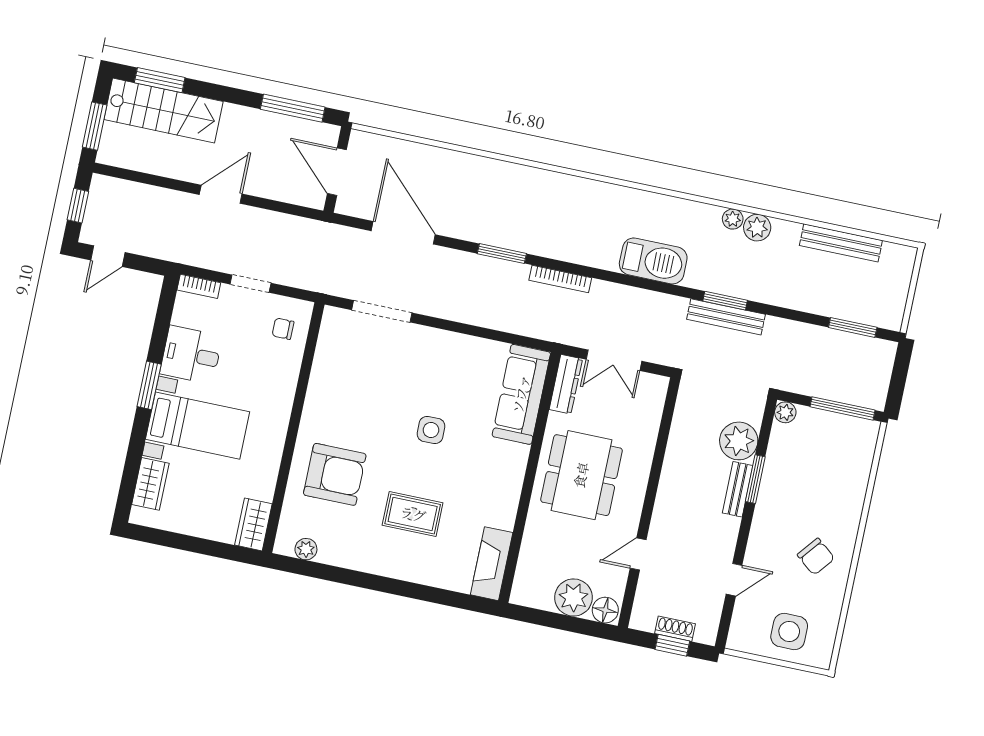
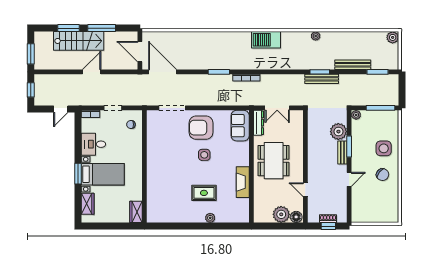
window: (160, 80) -> (68, 28), moved
window: (293, 108) -> (102, 28), moved
stairs: (163, 110) -> (79, 41), moved
plant: (757, 228) -> (393, 37), moved
door: (403, 233) -> (163, 72), moved
bench: (841, 243) -> (353, 65), moved
door: (108, 256) -> (61, 109), moved
barbecue: (653, 261) -> (266, 40), moved, turned 180
window: (149, 385) -> (78, 174), moved
sofa: (521, 394) -> (240, 126), width x0.73
armchair: (335, 474) -> (201, 128), moved, turned 180
plant: (306, 549) -> (210, 218), moved
door: (638, 554) -> (305, 190), hinge flipped
fireplace: (492, 564) -> (243, 182), moved
door: (734, 580) -> (349, 179), moved
side table: (789, 631) -> (384, 148), moved

